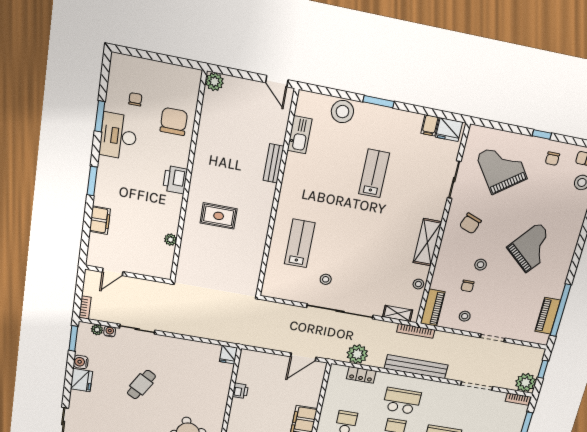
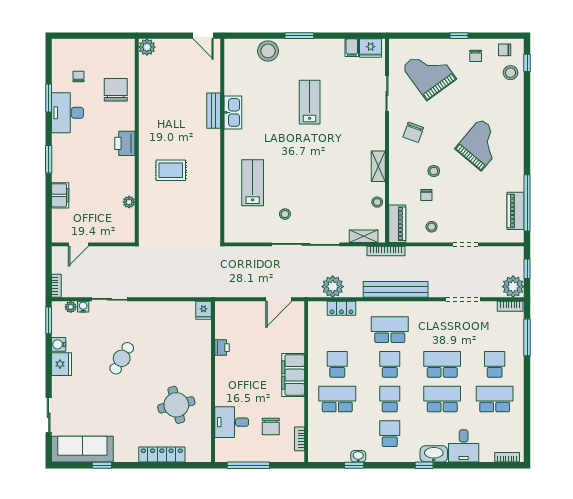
kitchen sink: (300, 135) -> (233, 112), moved
shelving: (427, 242) -> (378, 166), width x0.67, depth x0.75

